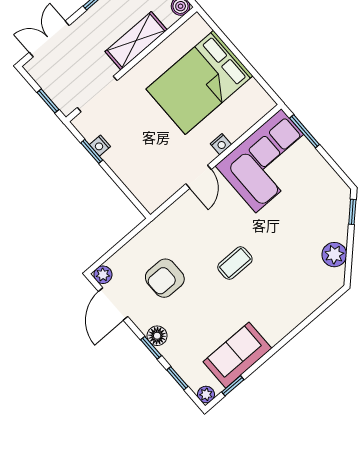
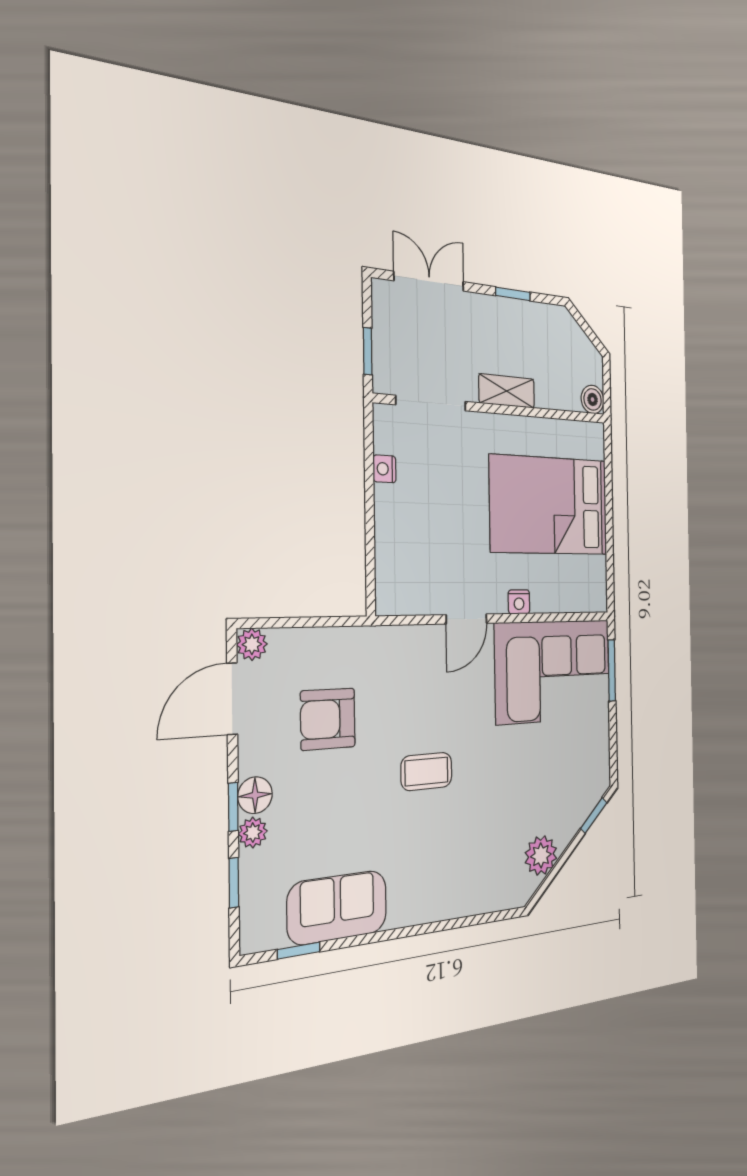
shelving: (136, 41) -> (507, 391), width x0.67, depth x0.75
window: (92, 151) -> (369, 466), removed
plant: (206, 394) -> (253, 833), moved

